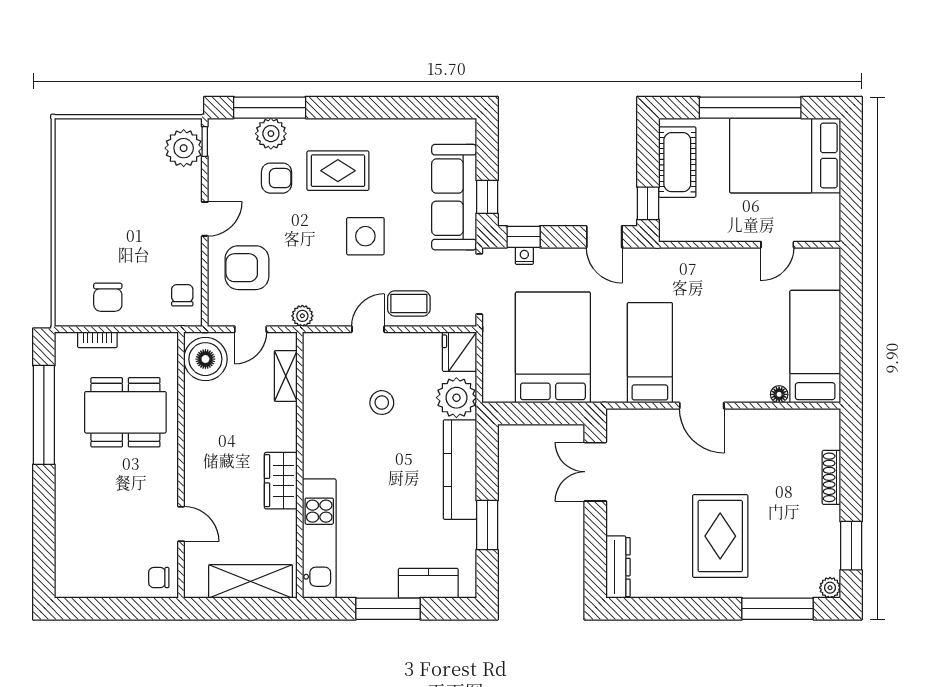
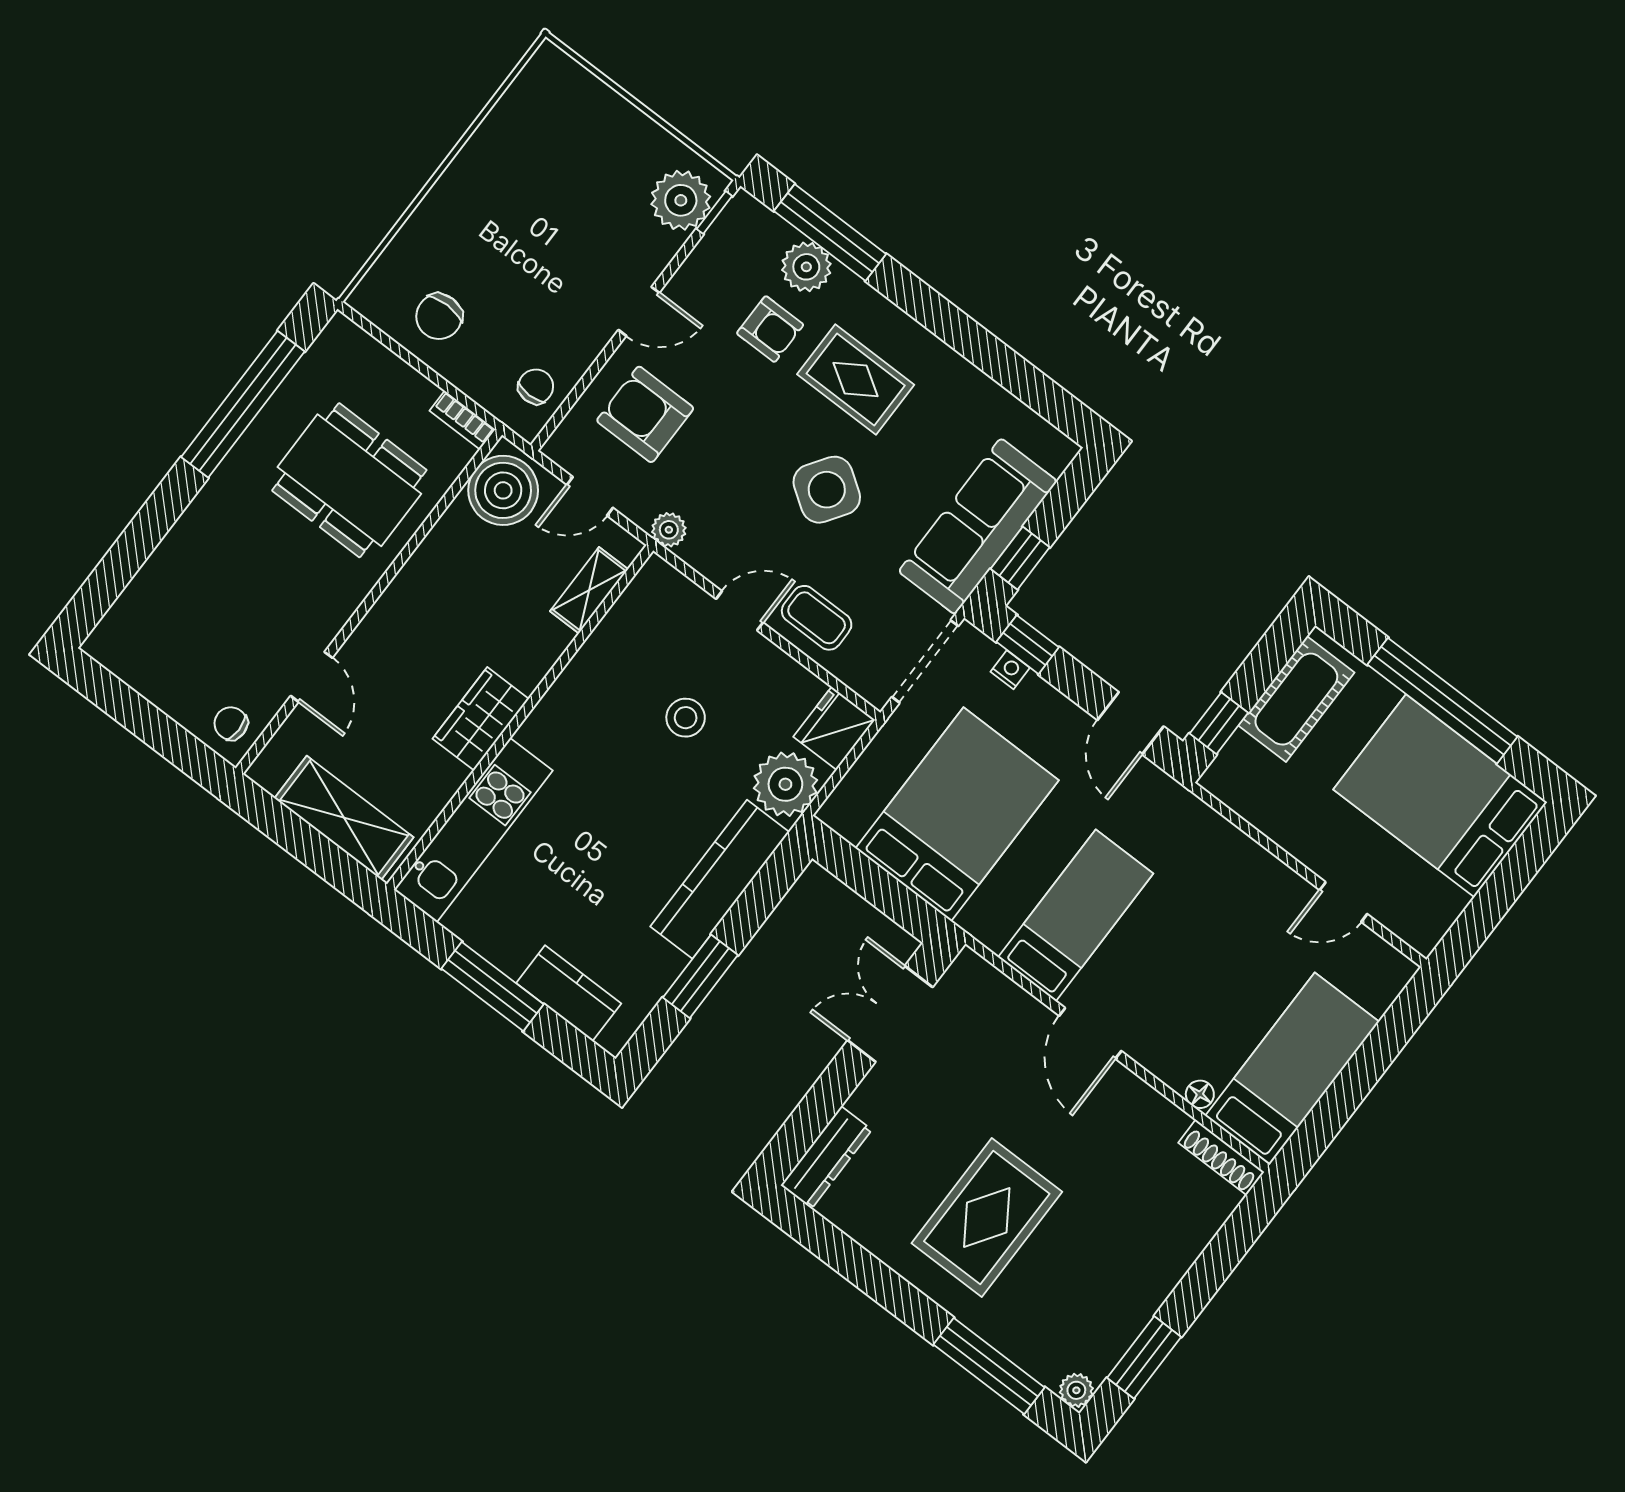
side table: (365, 236) -> (827, 490), turned 34
bookcase: (97, 340) -> (462, 420), moved
shoe rack: (831, 477) -> (1221, 1157), moved, turned -90

